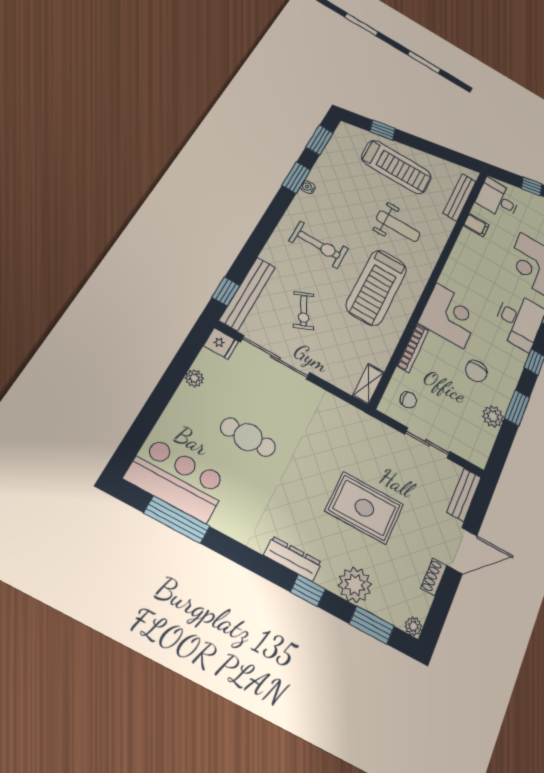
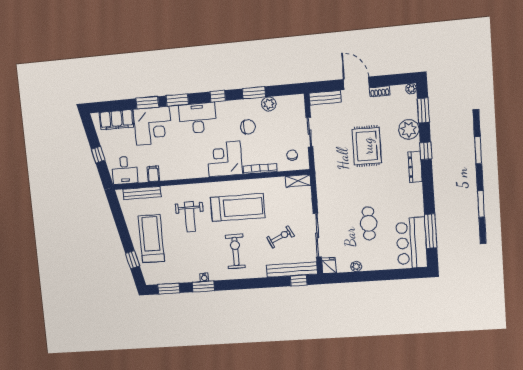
weight bench: (398, 226) -> (190, 217), turned 180

